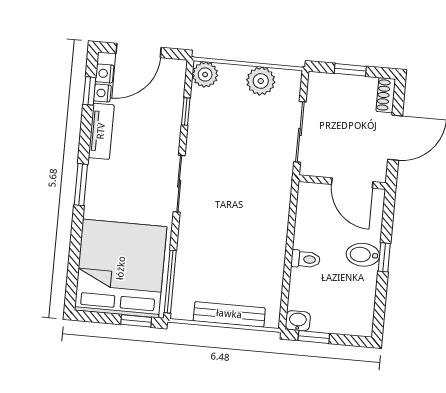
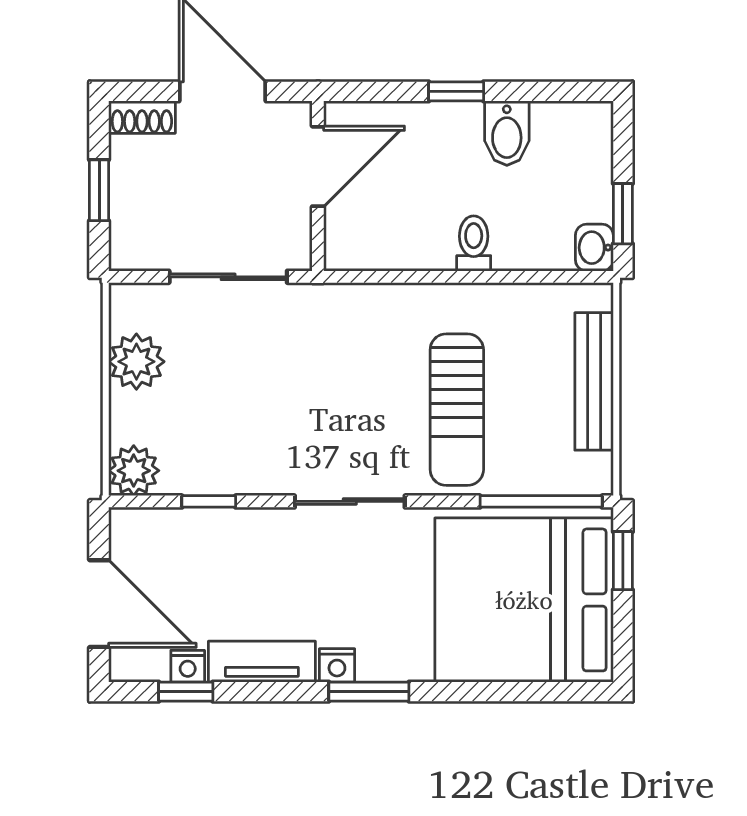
nightstand: (105, 73) -> (337, 665), moved
sun lounger: (221, 243) -> (457, 410), added
bidet: (363, 255) -> (507, 133), moved

